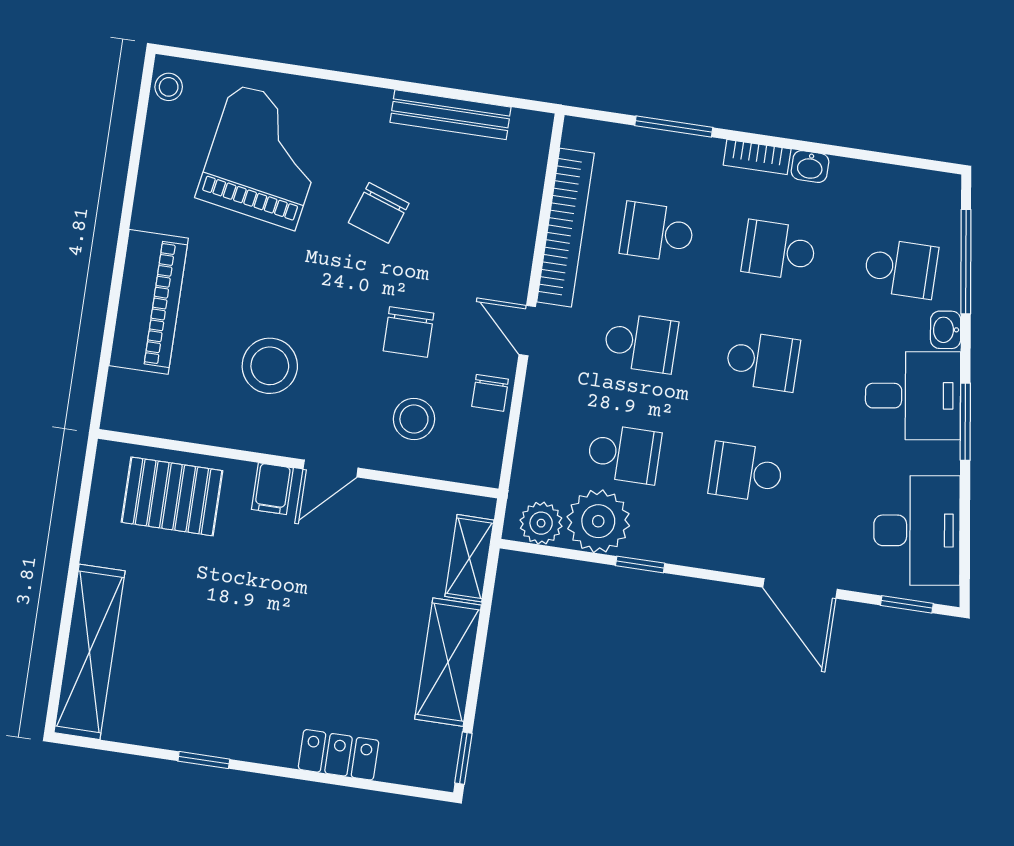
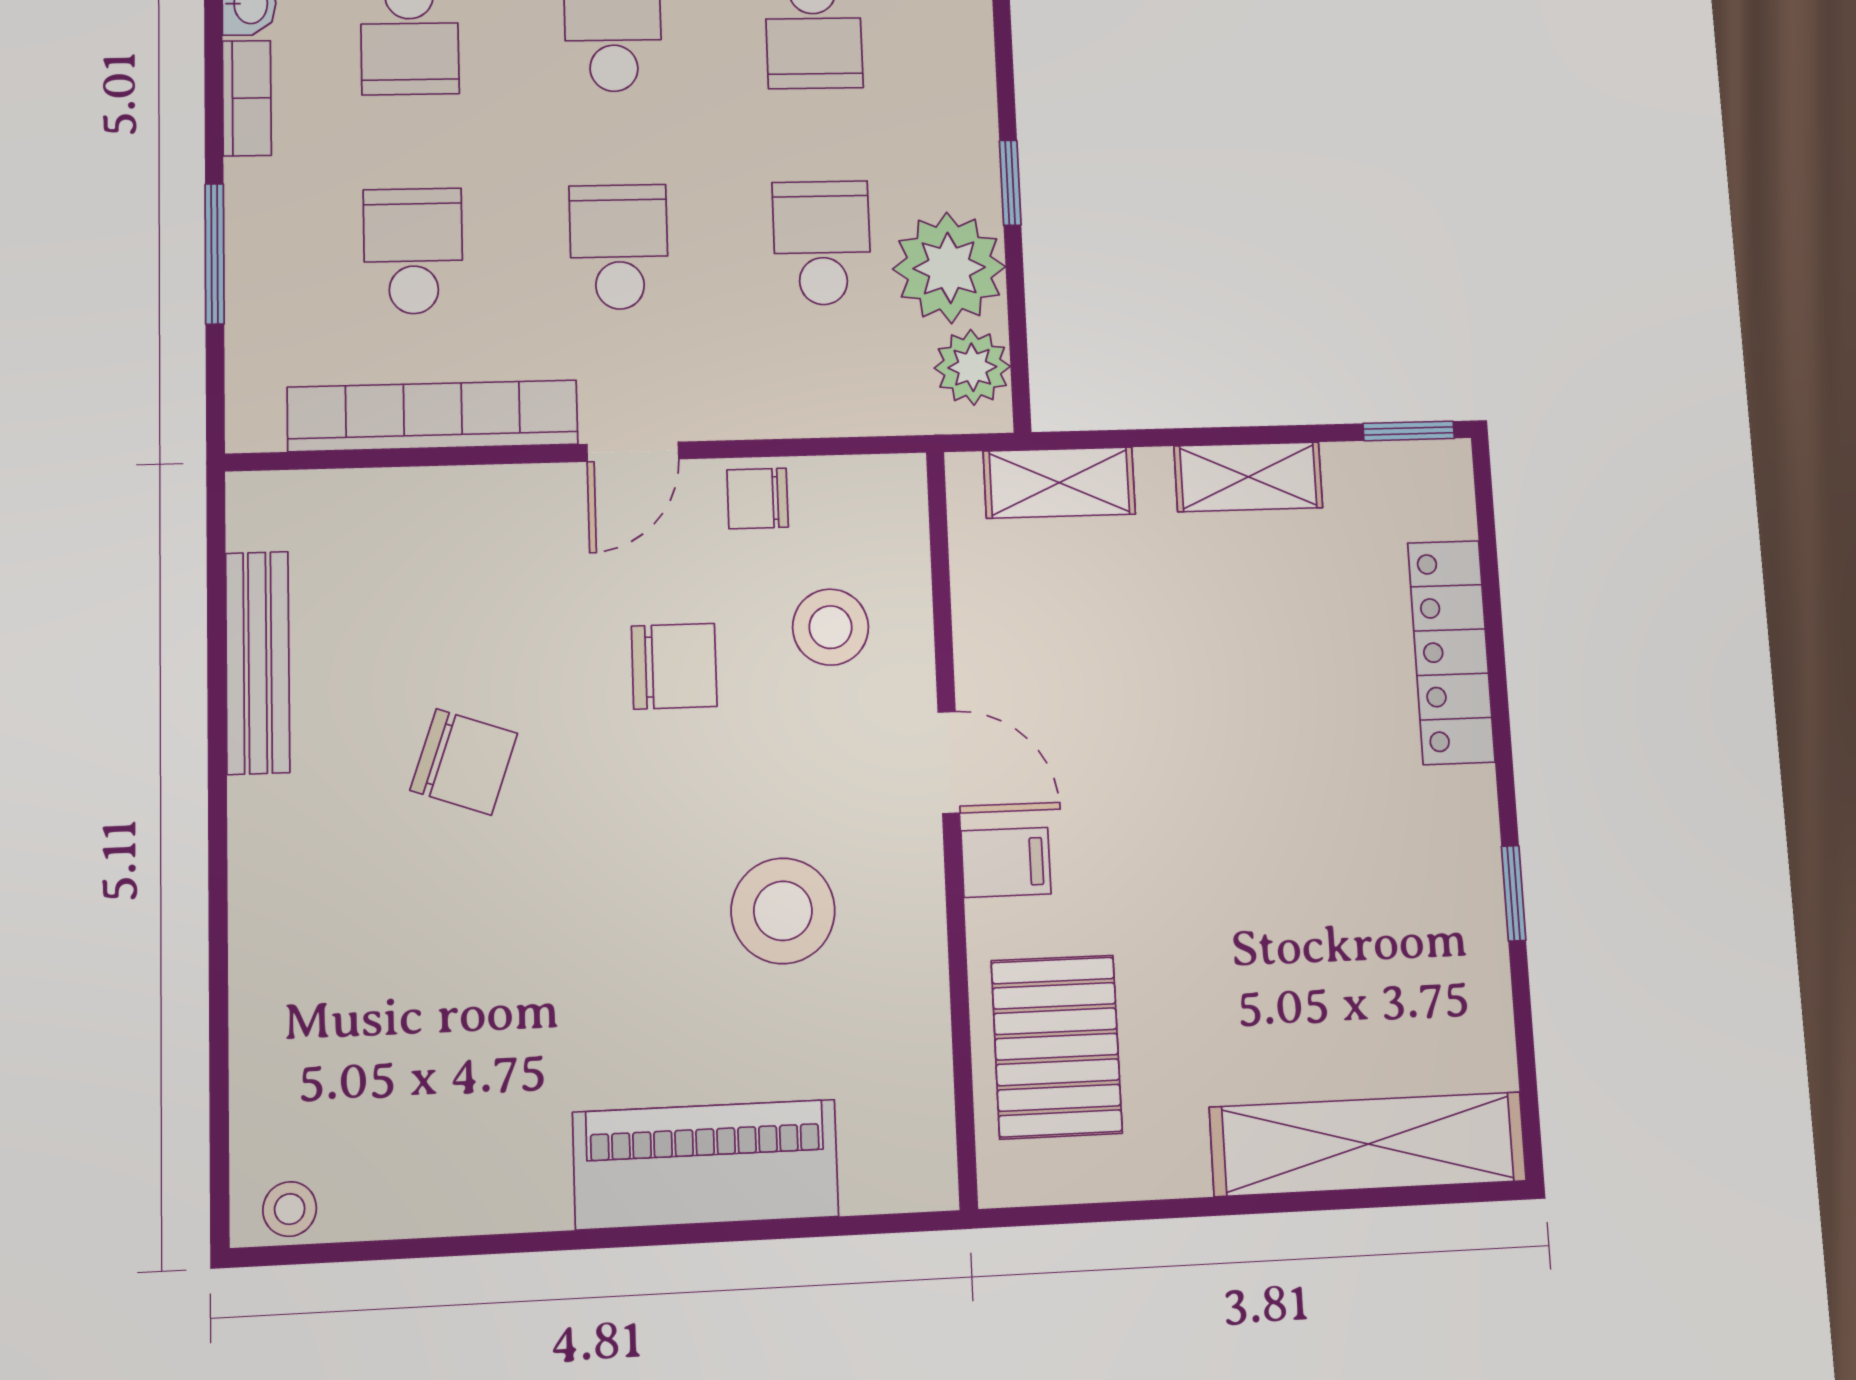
grand piano: (264, 156) -> (393, 998), removed
school desk: (657, 232) -> (413, 251), turned 180
chair: (490, 393) -> (758, 498), turned 180
shelving: (448, 662) -> (1248, 477), width x0.67, depth x0.75
locker: (339, 755) -> (1451, 652), width x1.53

